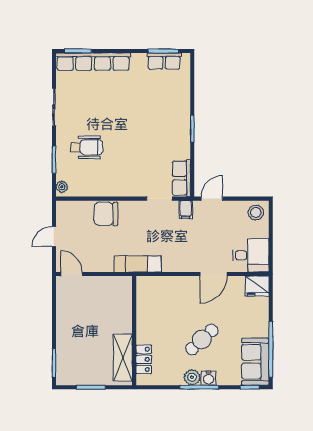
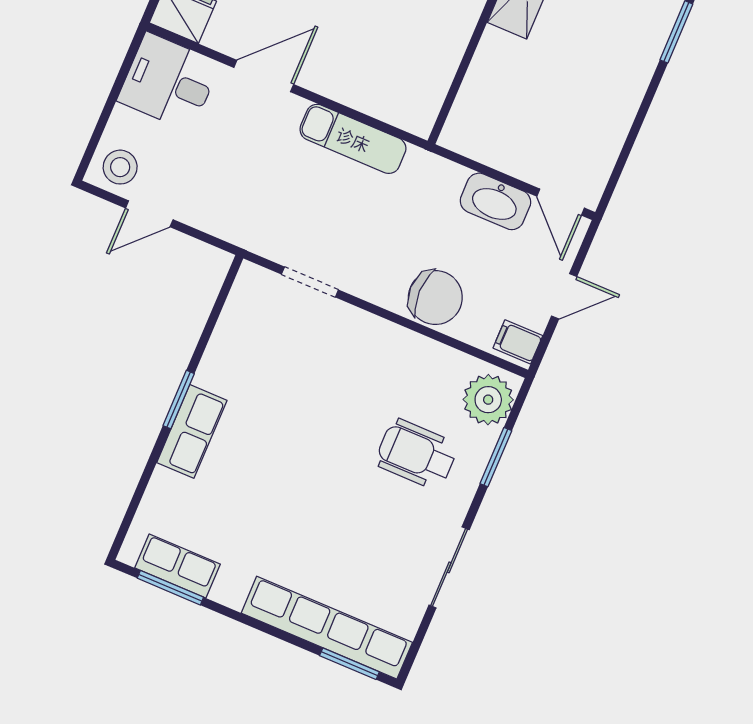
row of seats: (181, 178) -> (192, 431), moved
plant: (62, 187) -> (488, 400), width x1.88, depth x1.88
door: (212, 199) -> (149, 214), moved
filing cabinet: (186, 210) -> (518, 342), moved, turned -90
washbasin: (98, 263) -> (495, 201), added
exam couch: (138, 264) -> (353, 139), moved

